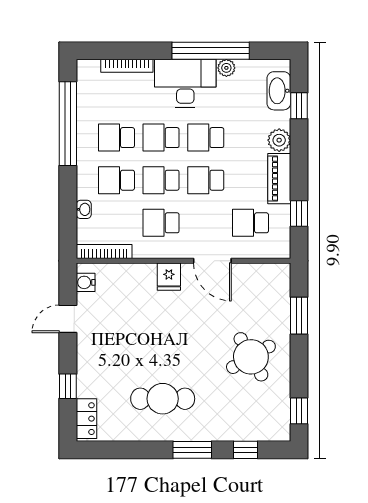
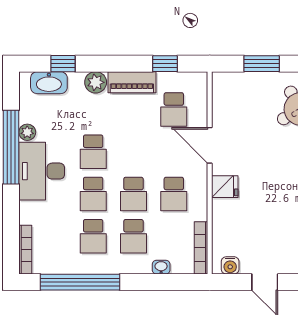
bookcase: (127, 66) -> (25, 250), moved
school desk: (206, 180) -> (133, 152), removed
door: (212, 261) -> (210, 145), swing flipped

